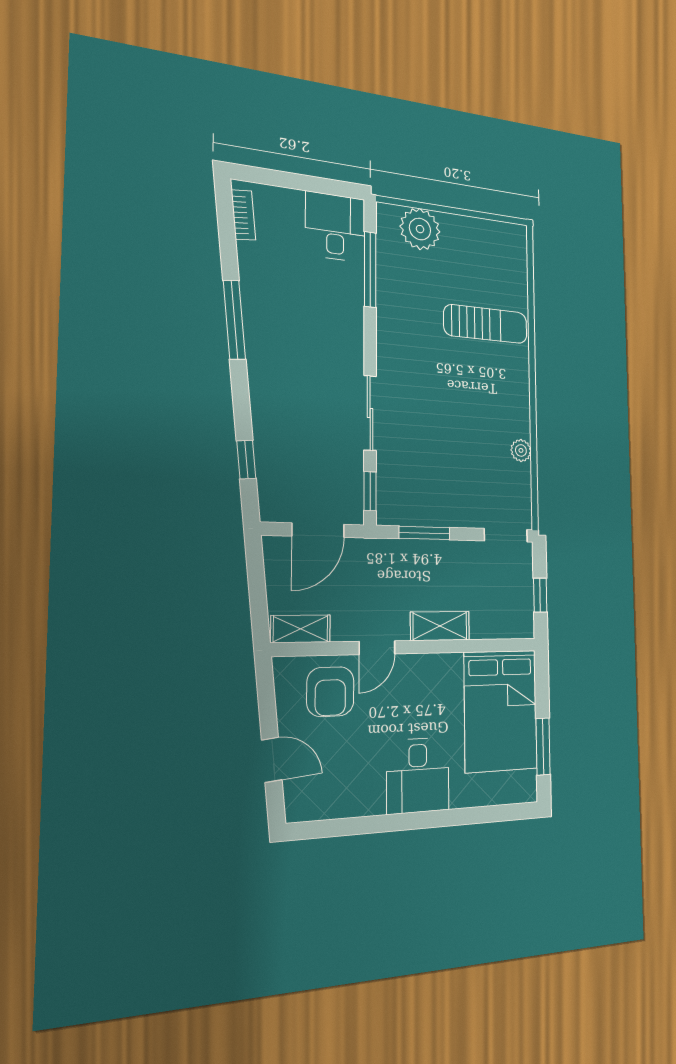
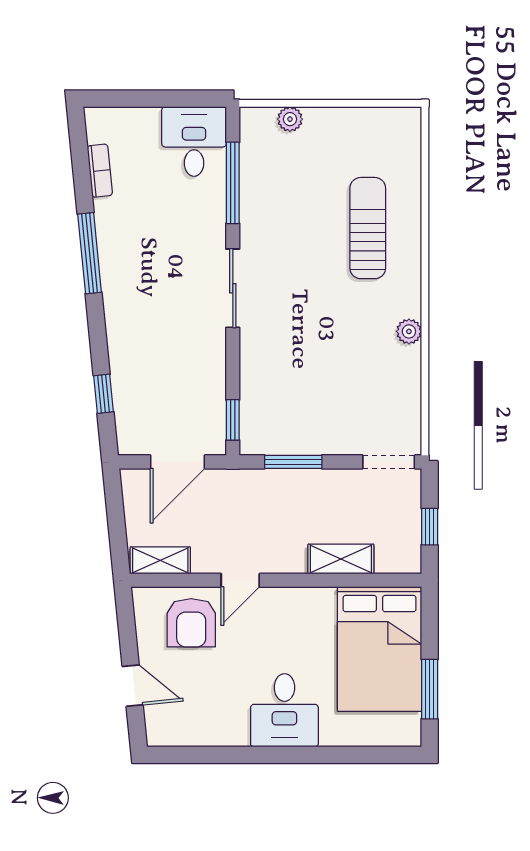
bookcase: (243, 215) -> (100, 171), moved
plant: (420, 229) -> (290, 119), width x0.53, depth x0.53
sun lounger: (486, 324) -> (368, 228), turned -90
sliding door: (370, 413) -> (233, 288), moved
plant: (521, 450) -> (409, 331), moved
shelving: (440, 626) -> (341, 559), moved

